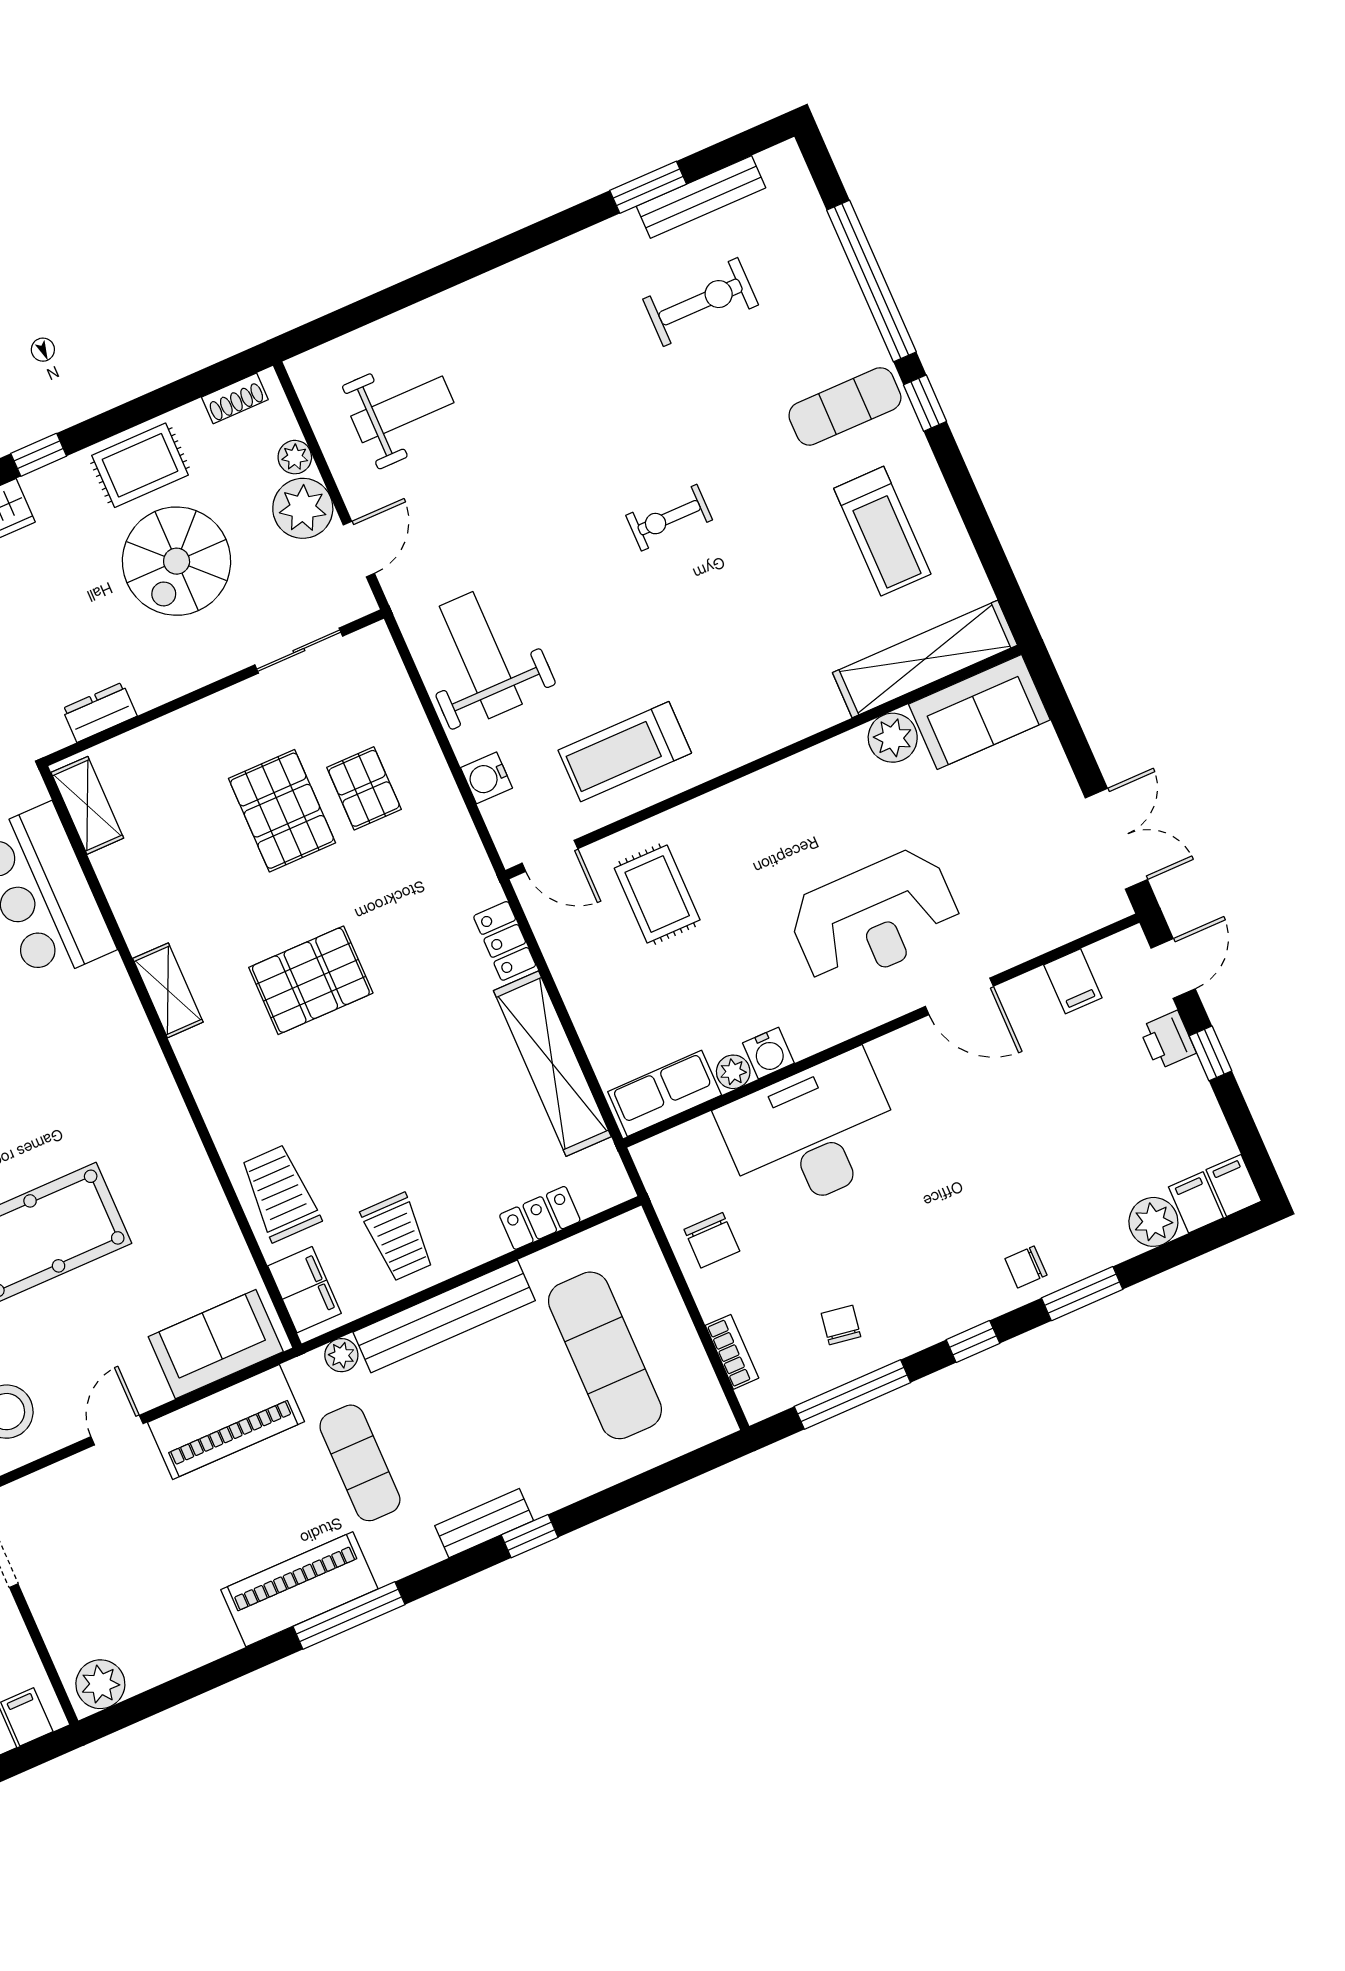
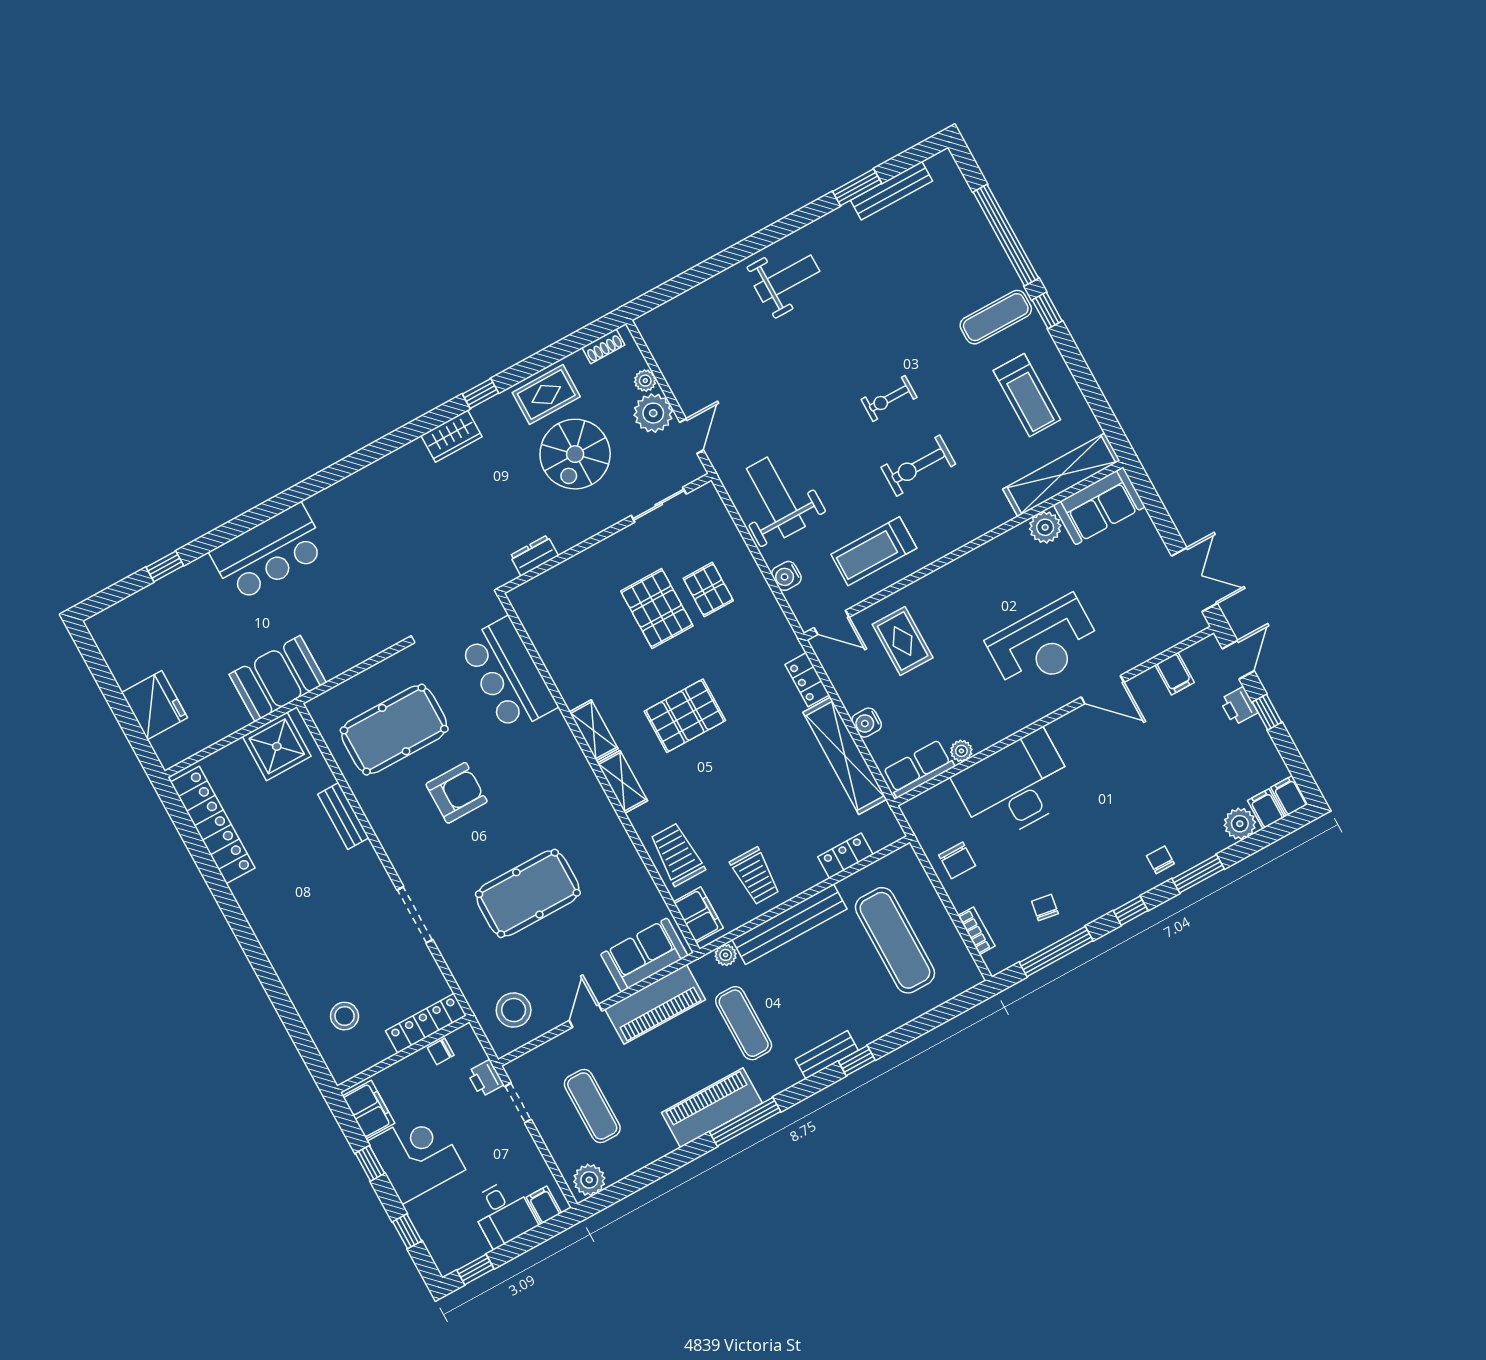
exercise bike: (701, 302) -> (918, 466), moved, turned 180
weight bench: (402, 409) -> (787, 279), moved
shelving: (87, 805) -> (622, 782), moved
water cooler: (768, 1053) -> (867, 723), moved, turned 90
chair: (1026, 1267) -> (1160, 860), turned 90
exercise mat: (115, 1570) -> (592, 1106), added

